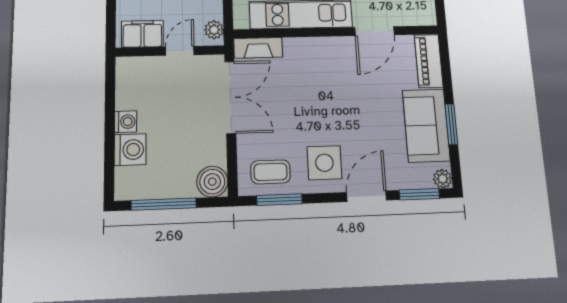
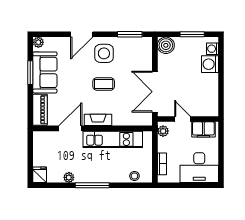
fireplace: (258, 48) -> (98, 120), moved
door: (180, 51) -> (183, 119), swing flipped
washing machine: (126, 122) -> (213, 49), moved
coffee table: (271, 172) -> (104, 84), moved
window: (419, 194) -> (52, 34), removed
window: (164, 204) -> (192, 34), width x0.69

